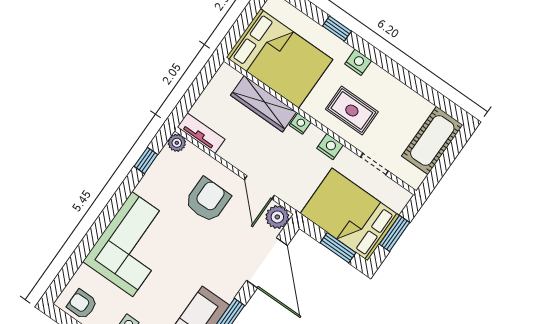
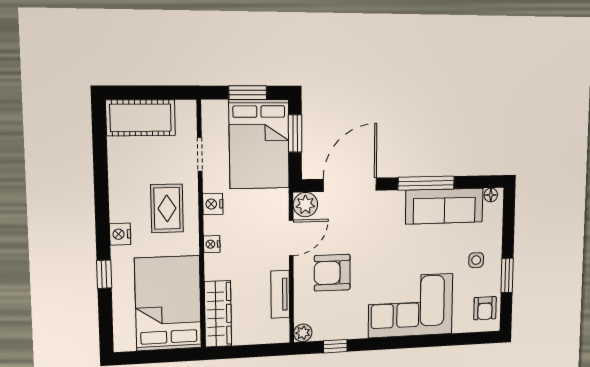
wardrobe: (263, 104) -> (218, 314), moved
tv unit: (201, 133) -> (280, 294), moved

